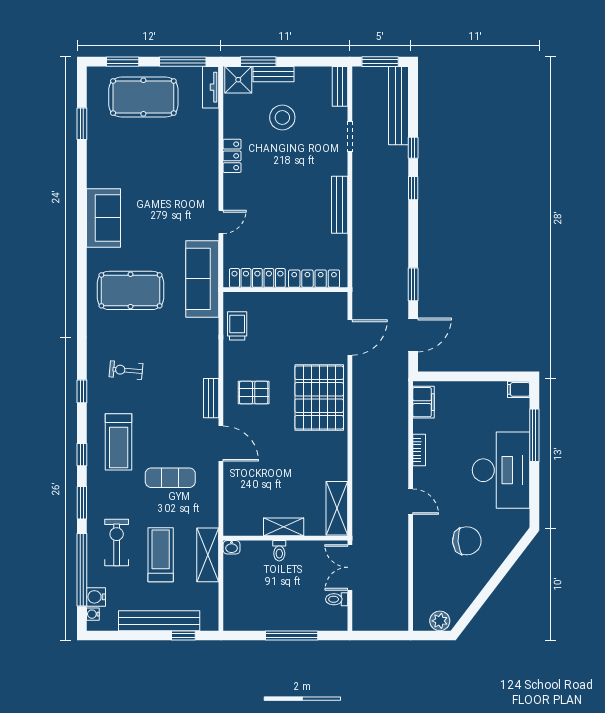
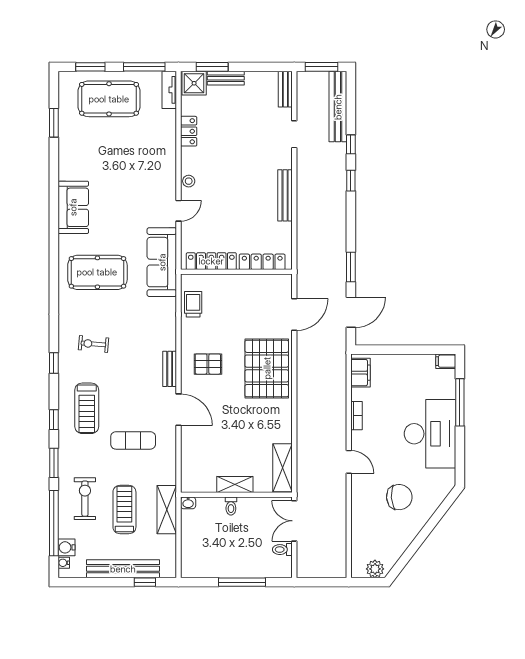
stool: (282, 117) -> (189, 181), moved, width x0.53, depth x0.53
locker: (232, 156) -> (189, 131), moved

